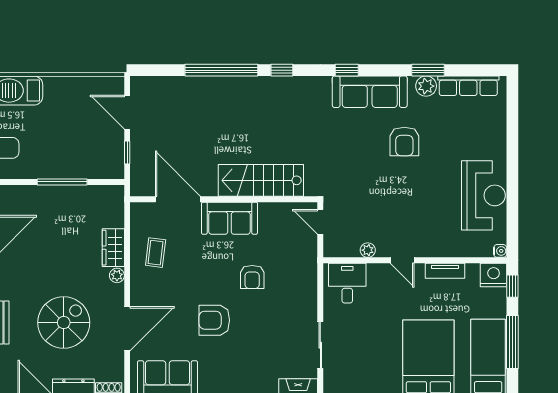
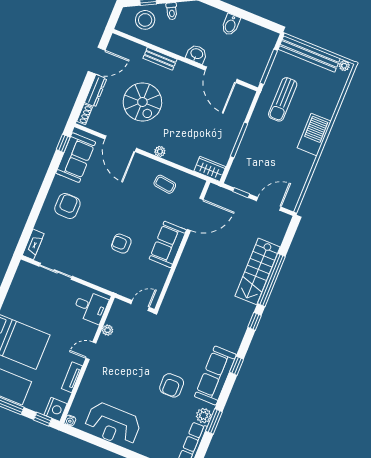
armchair: (404, 142) -> (172, 385), turned -90
stairs: (261, 180) -> (257, 271), moved, turned 180
wardrobe: (113, 248) -> (210, 169), moved
armchair: (214, 320) -> (67, 206), moved

